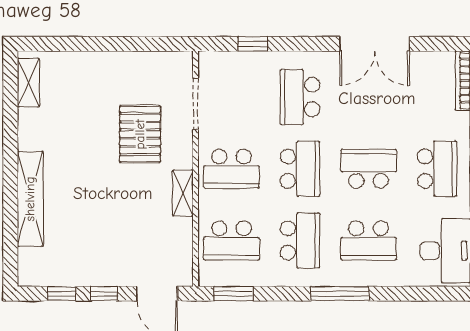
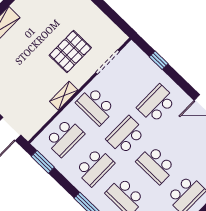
school desk: (300, 169) -> (126, 135), turned 180
school desk: (369, 169) -> (156, 165), turned 180
school desk: (231, 240) -> (65, 138), turned -90

